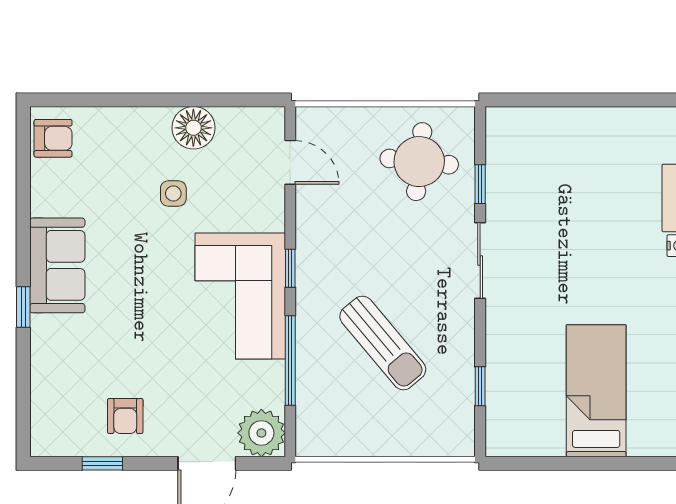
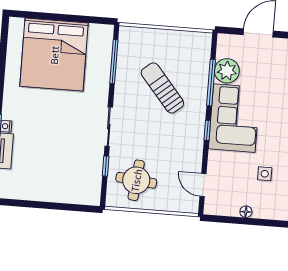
floor lamp: (193, 128) -> (246, 212), width x0.53, depth x0.53
window: (480, 386) -> (114, 62), width x2.17
bed: (596, 391) -> (54, 55), width x2.04
plant: (261, 433) -> (227, 71), moved

